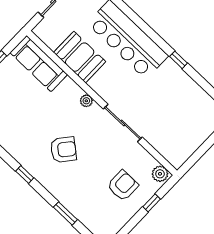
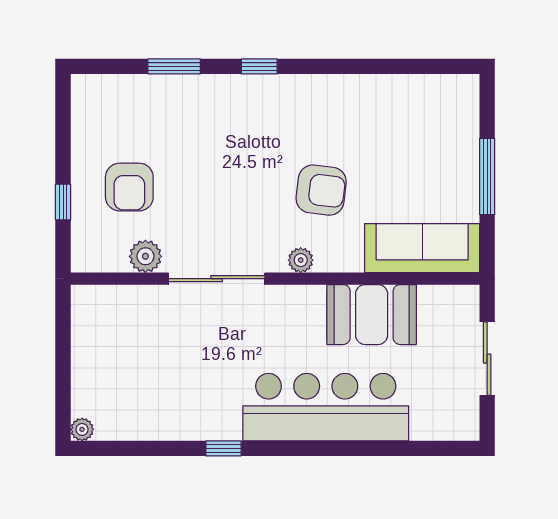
armchair: (63, 150) -> (321, 190), moved, turned -122
plant: (160, 174) -> (145, 256), moved
window: (25, 175) -> (259, 66), moved

